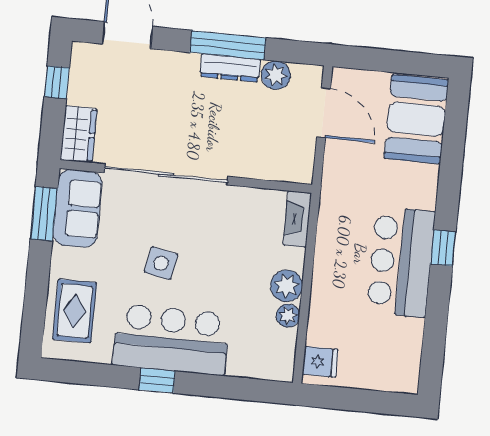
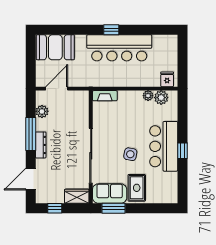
dresser: (230, 68) -> (41, 145), moved
bar counter: (401, 262) -> (119, 48), width x1.36
plant: (287, 286) -> (161, 98), moved
rug: (75, 311) -> (137, 188), moved, turned 90

